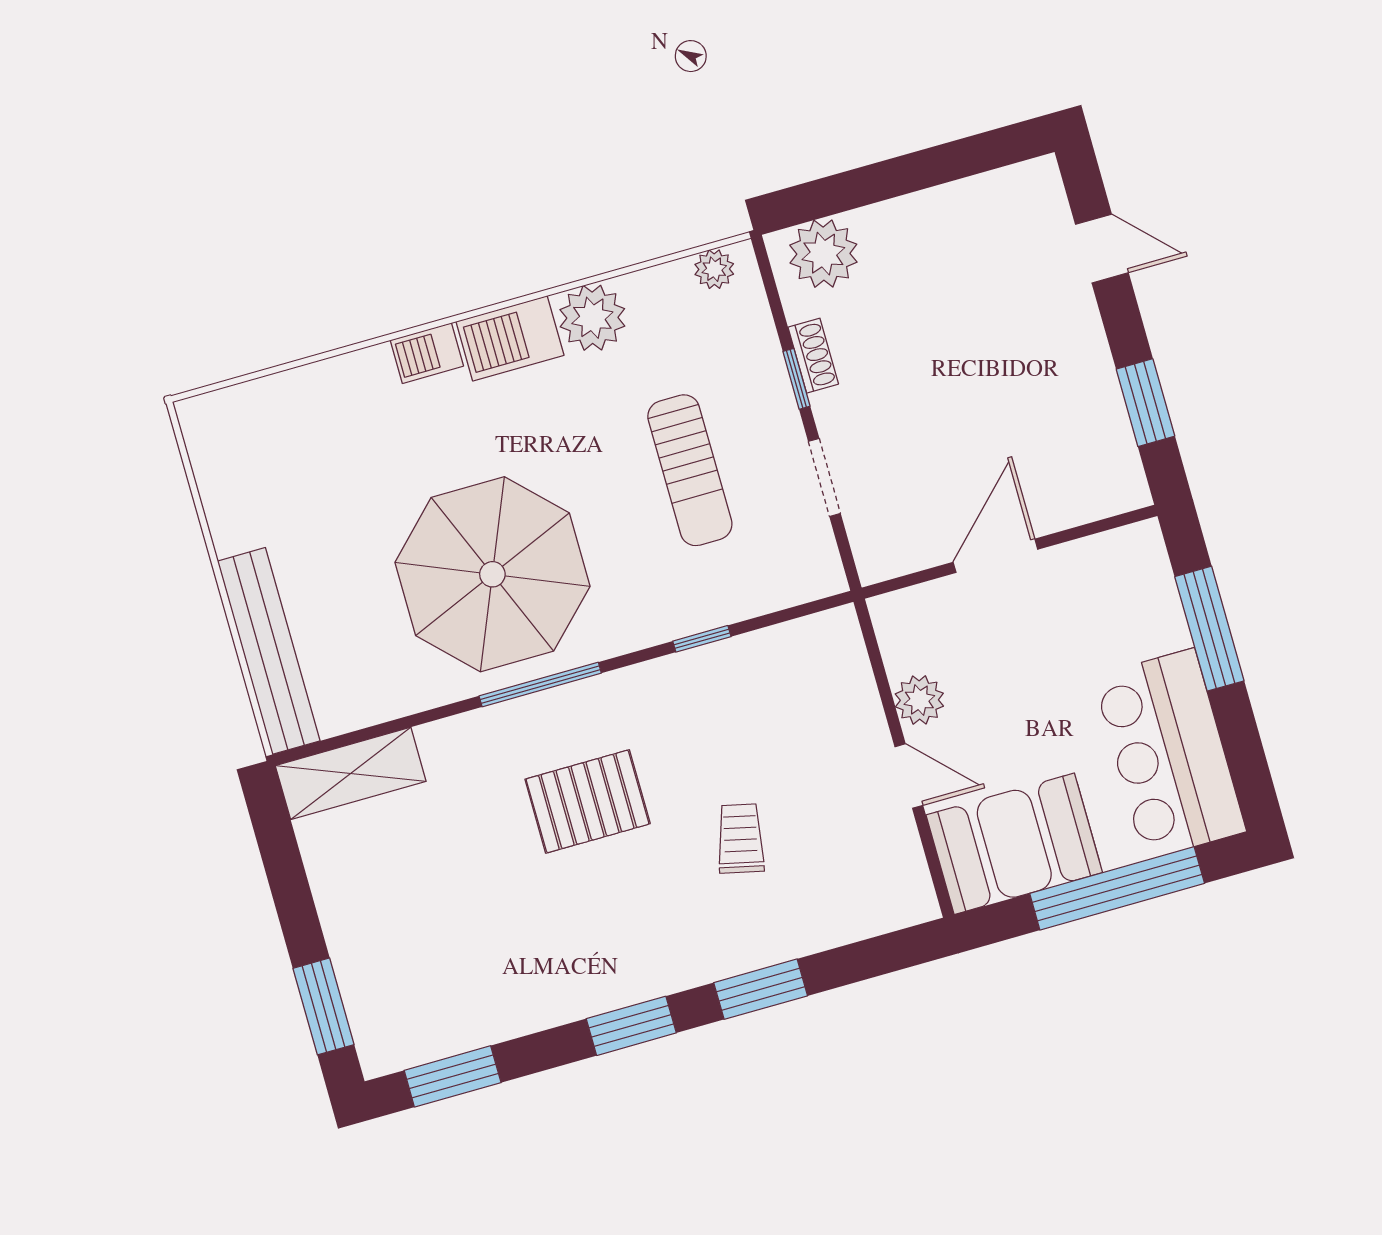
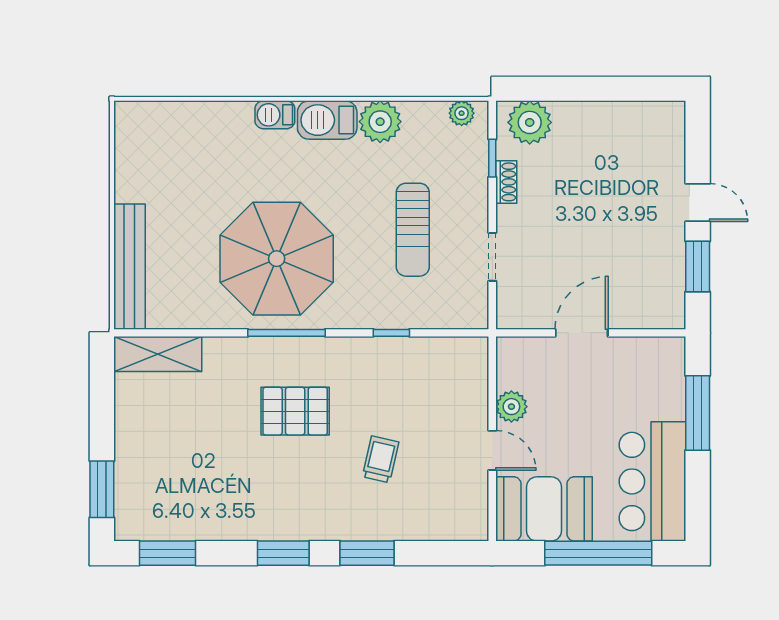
door: (1102, 249) -> (698, 202), moved
window: (796, 379) -> (492, 158), moved

